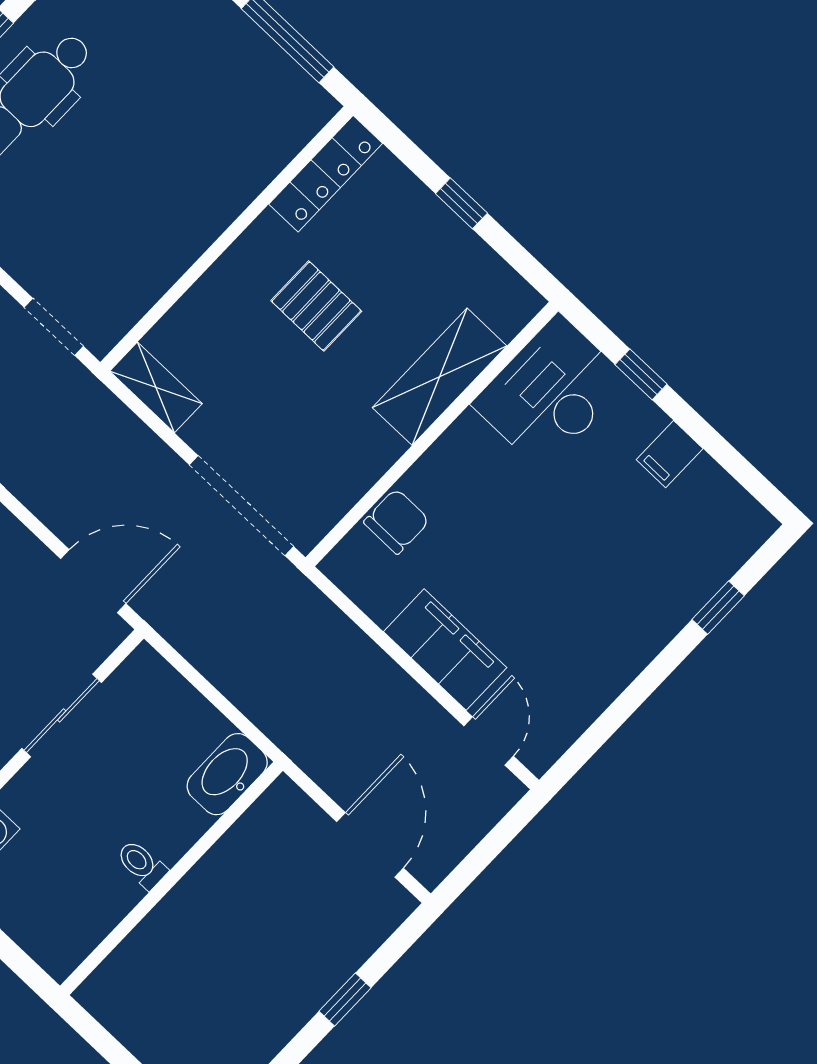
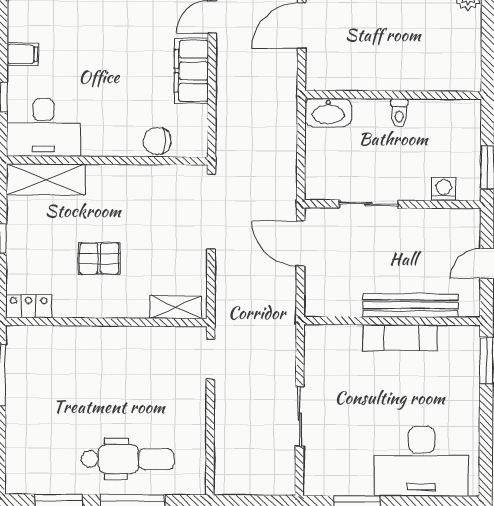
locker: (326, 174) -> (29, 306), width x0.66
pallet: (316, 306) -> (99, 258), turned 90
shelving: (440, 377) -> (46, 180), moved
shelving: (156, 387) -> (176, 307), moved, turned 90

